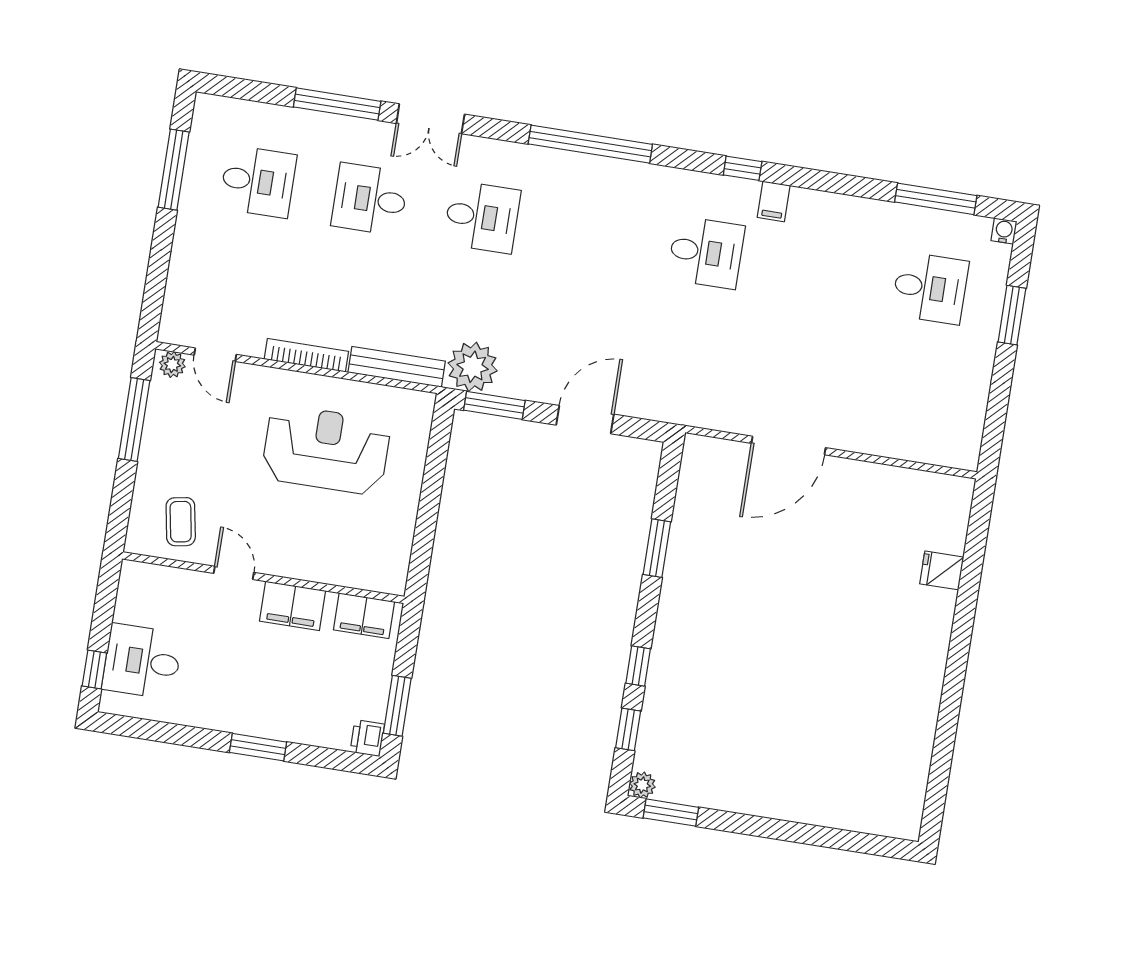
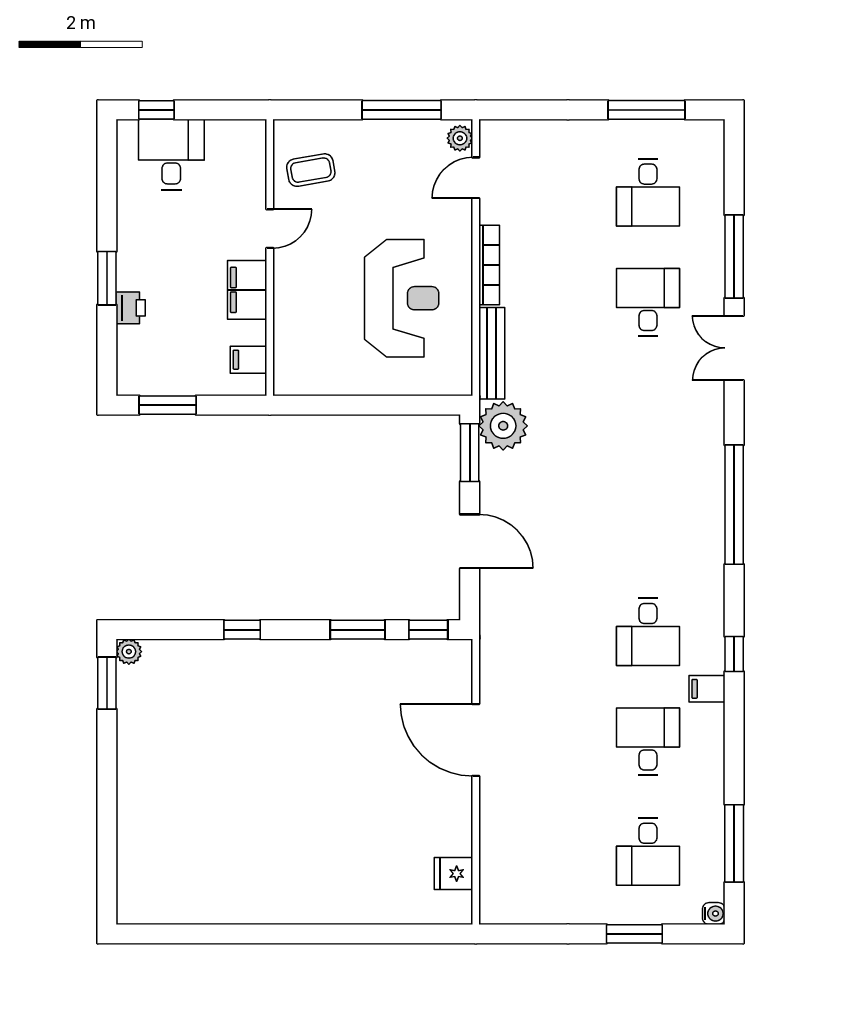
desk: (482, 217) -> (648, 742), moved, turned 180
fridge: (942, 570) -> (454, 874), moved, turned -90
filing cabinet: (364, 616) -> (249, 360), width x0.50
window: (628, 729) -> (428, 630), moved
printer: (367, 738) -> (131, 308), moved, turned 90

